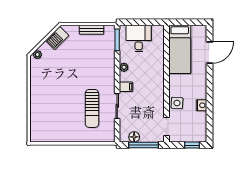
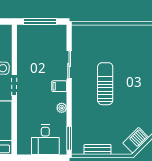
sun lounger: (92, 108) -> (105, 84), moved
doorway: (167, 127) -> (14, 85), moved
floor lamp: (134, 137) -> (50, 31), removed

